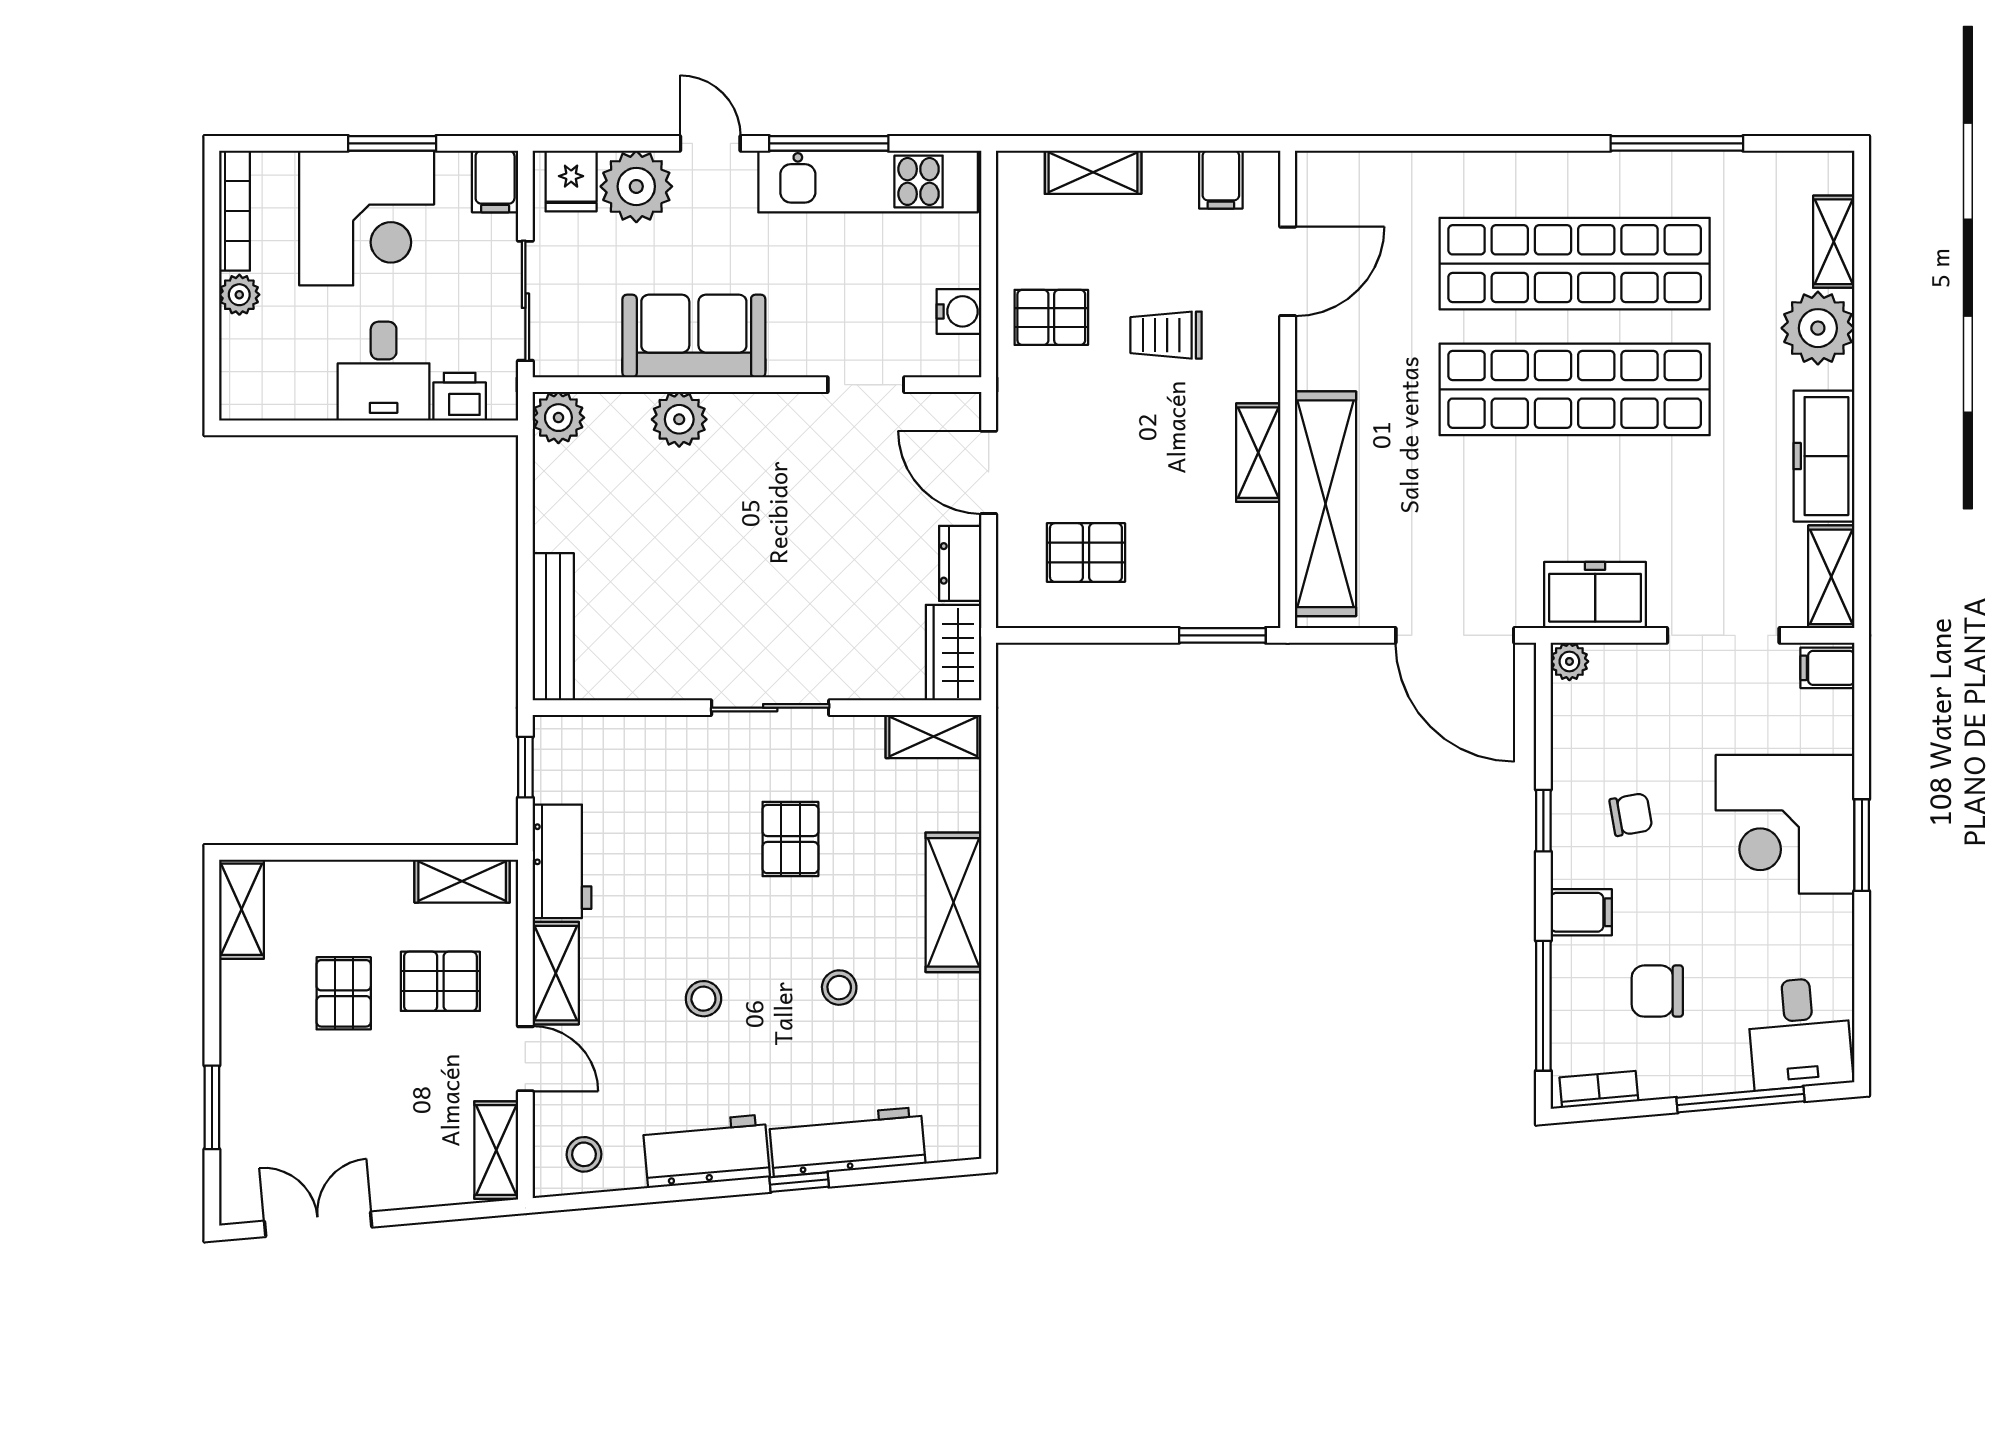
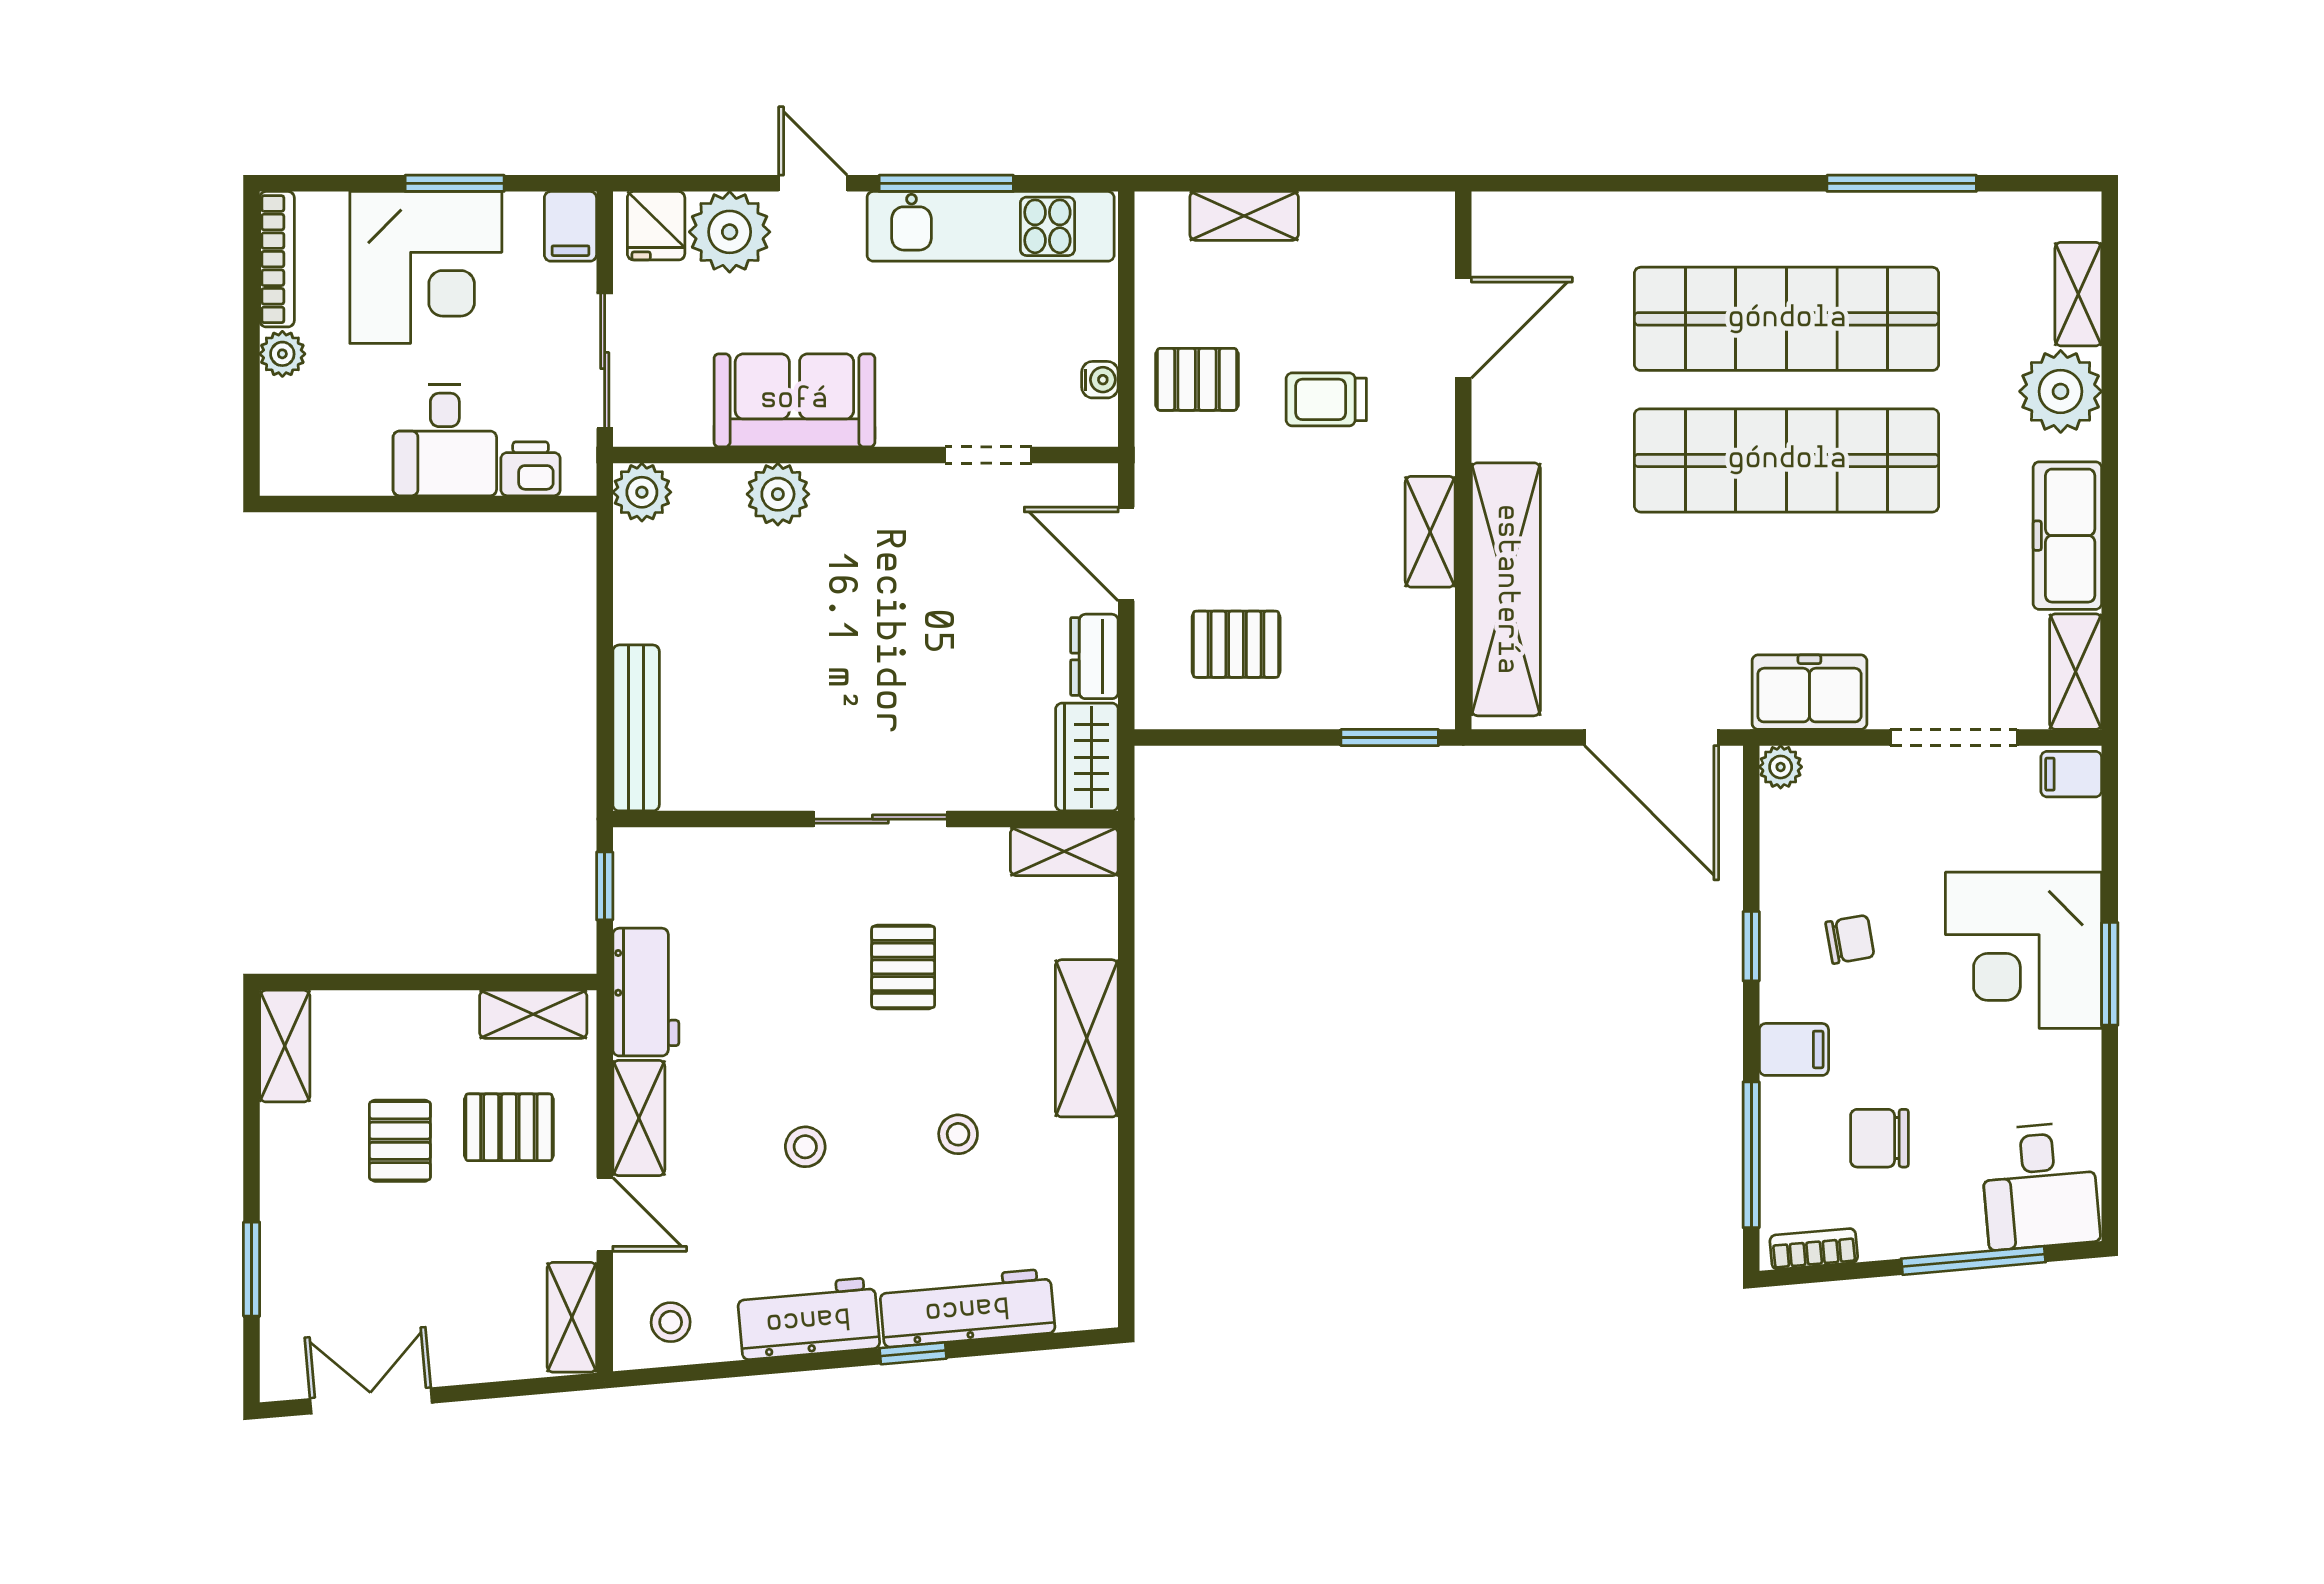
filing cabinet: (1221, 180) -> (1388, 224), removed
water cooler: (959, 311) -> (1100, 380), width x0.72, depth x0.72

